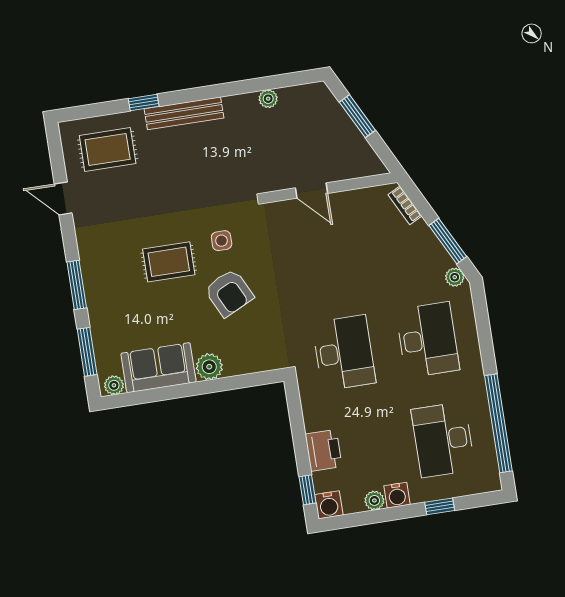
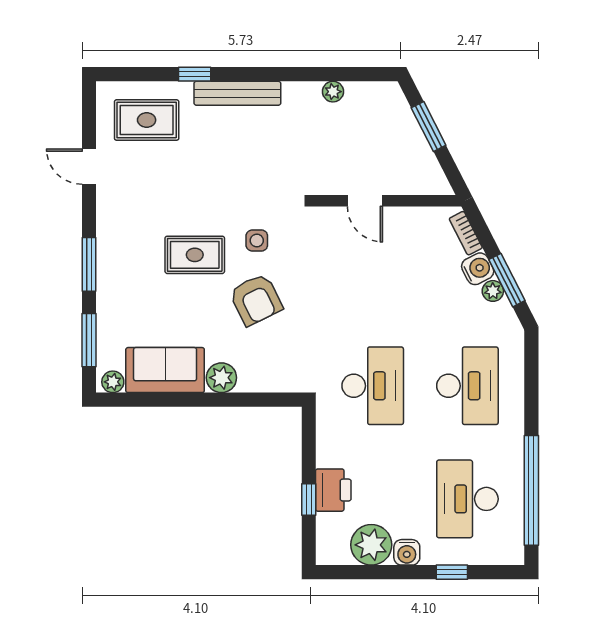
plant: (455, 277) -> (493, 291), moved
window: (308, 490) -> (309, 500), moved
plant: (374, 500) -> (371, 545), width x1.88, depth x1.88
water cooler: (329, 505) -> (478, 269), moved, turned -117

